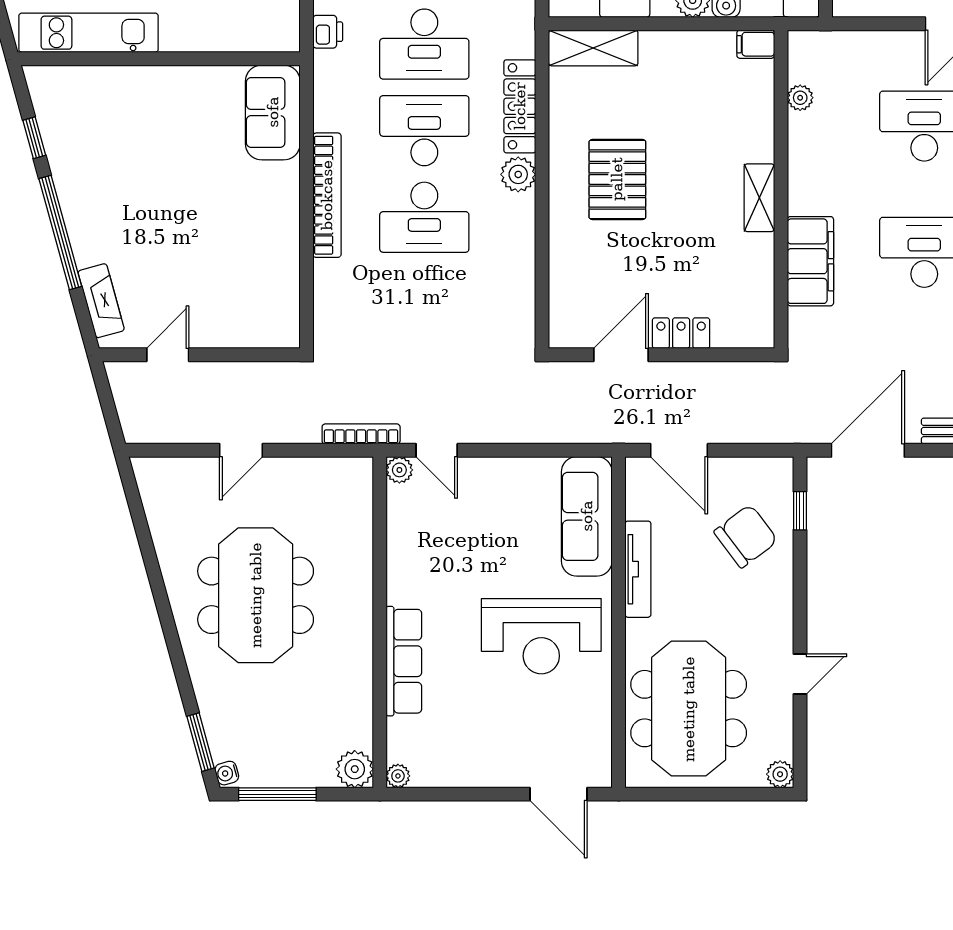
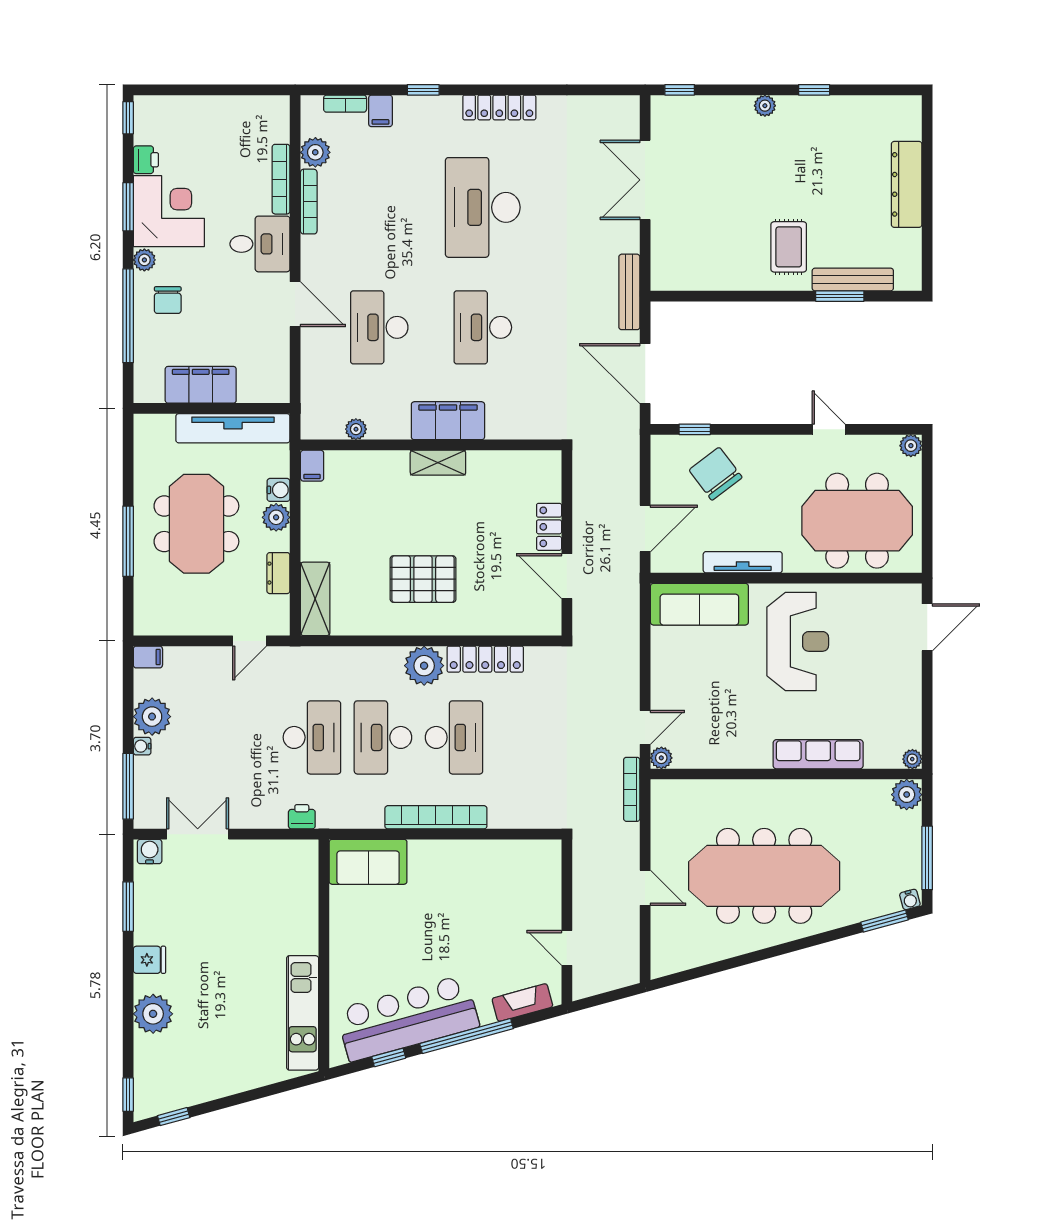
locker: (520, 106) -> (485, 659), moved
bar counter: (82, 161) -> (408, 1018), added
plant: (518, 174) -> (424, 666), width x1.36, depth x1.36
filing cabinet: (810, 261) -> (448, 421), moved
meeting table: (256, 595) -> (764, 876), width x1.36

